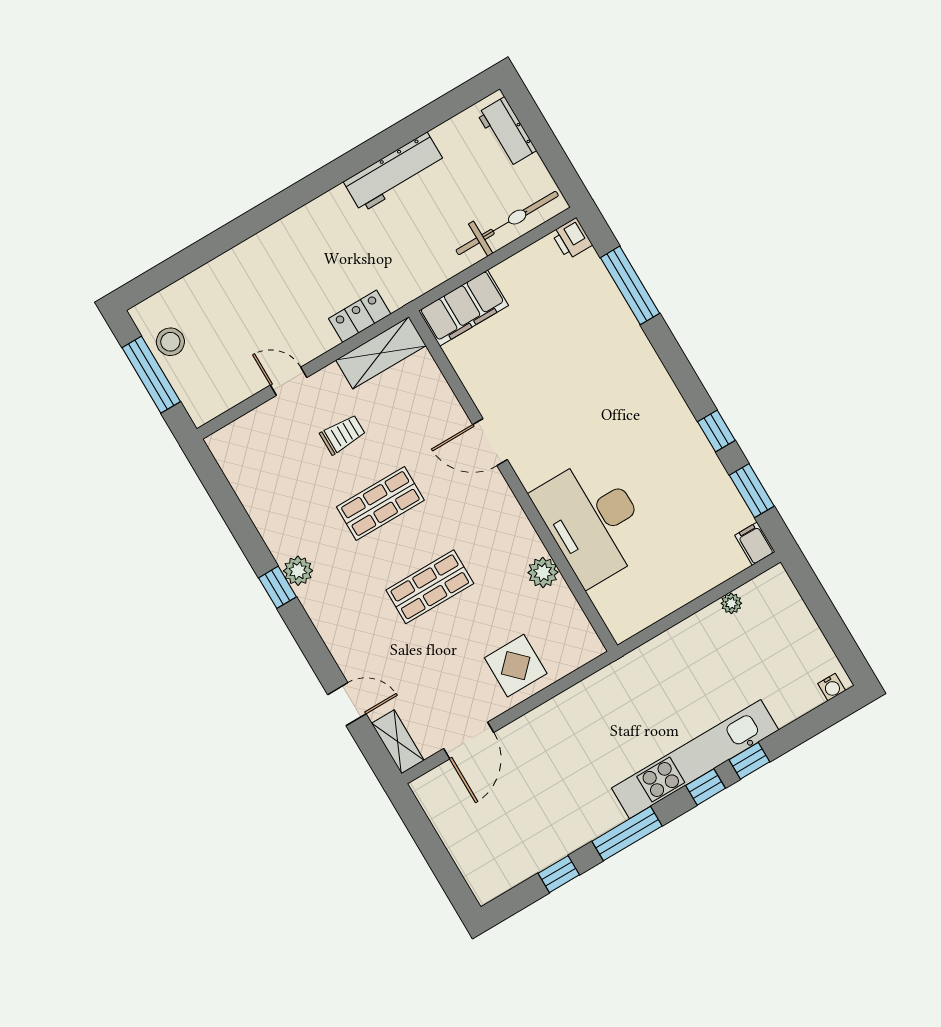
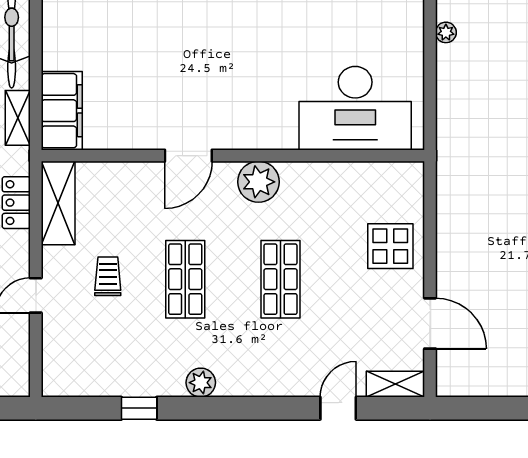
shelving: (434, 274) -> (18, 118), added
desk: (593, 521) -> (355, 108), moved
plant: (543, 572) -> (258, 182), moved, width x1.36, depth x1.36
window: (277, 587) -> (139, 408), moved

